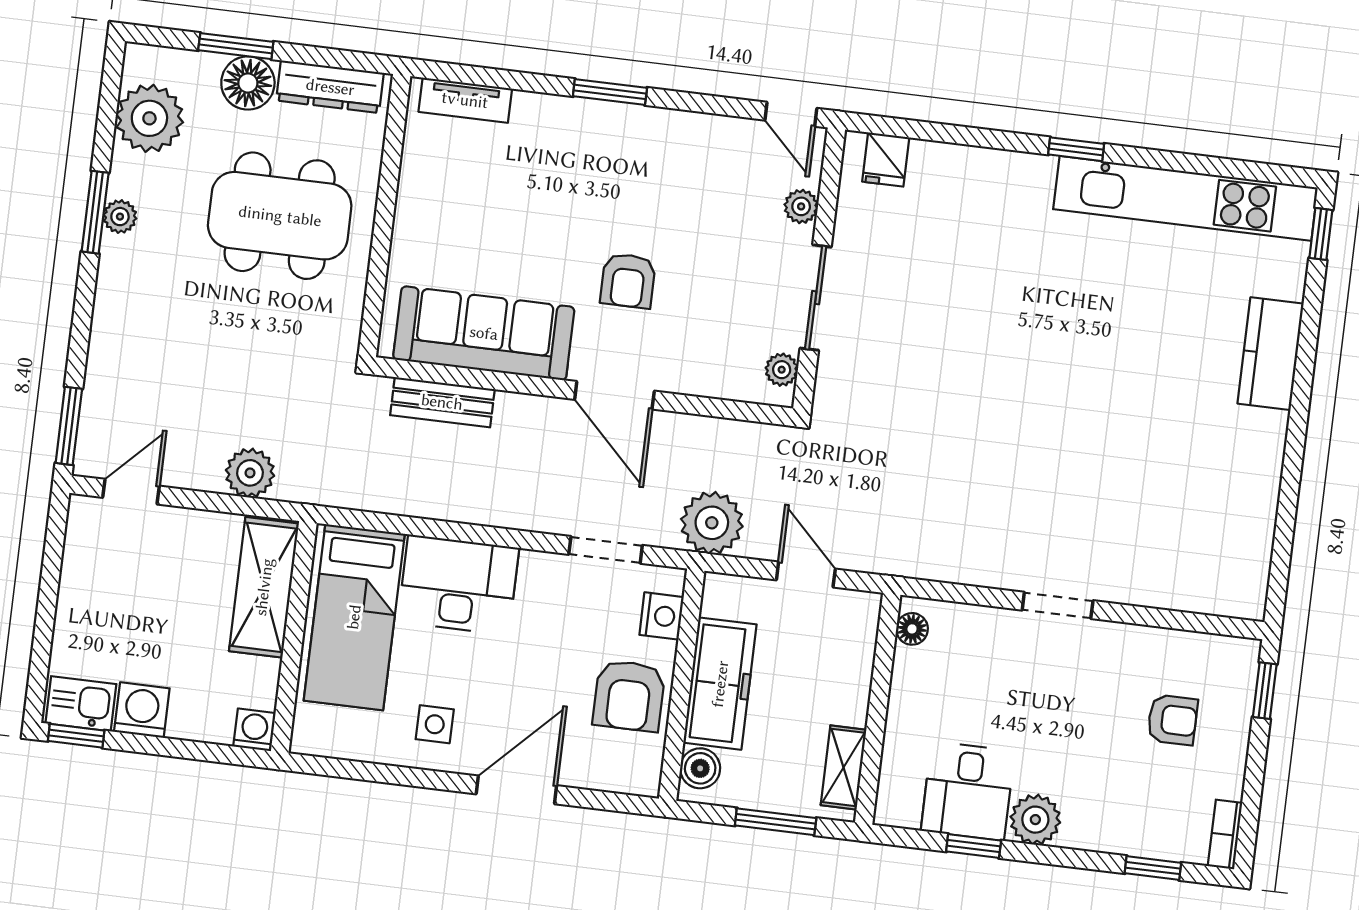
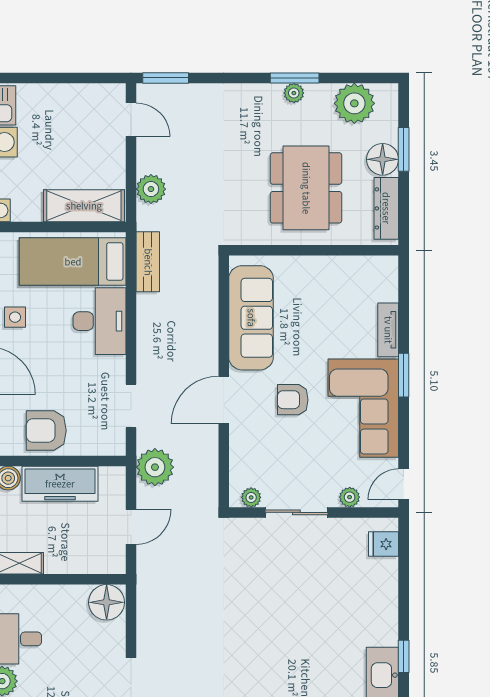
tv unit: (465, 100) -> (388, 330), moved
corner sofa: (657, 165) -> (363, 408), added
bench: (442, 402) -> (148, 262), moved
nightstand: (661, 616) -> (96, 444), removed
floor lamp: (912, 629) -> (107, 602), width x1.89, depth x1.89

